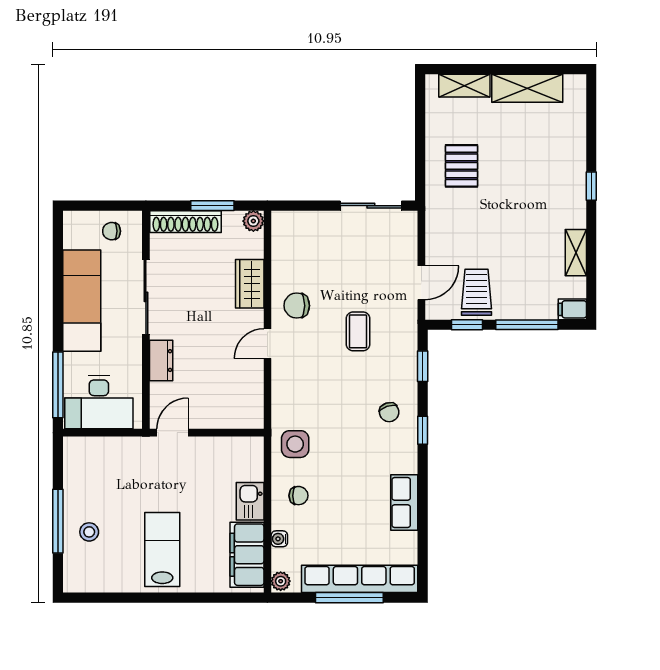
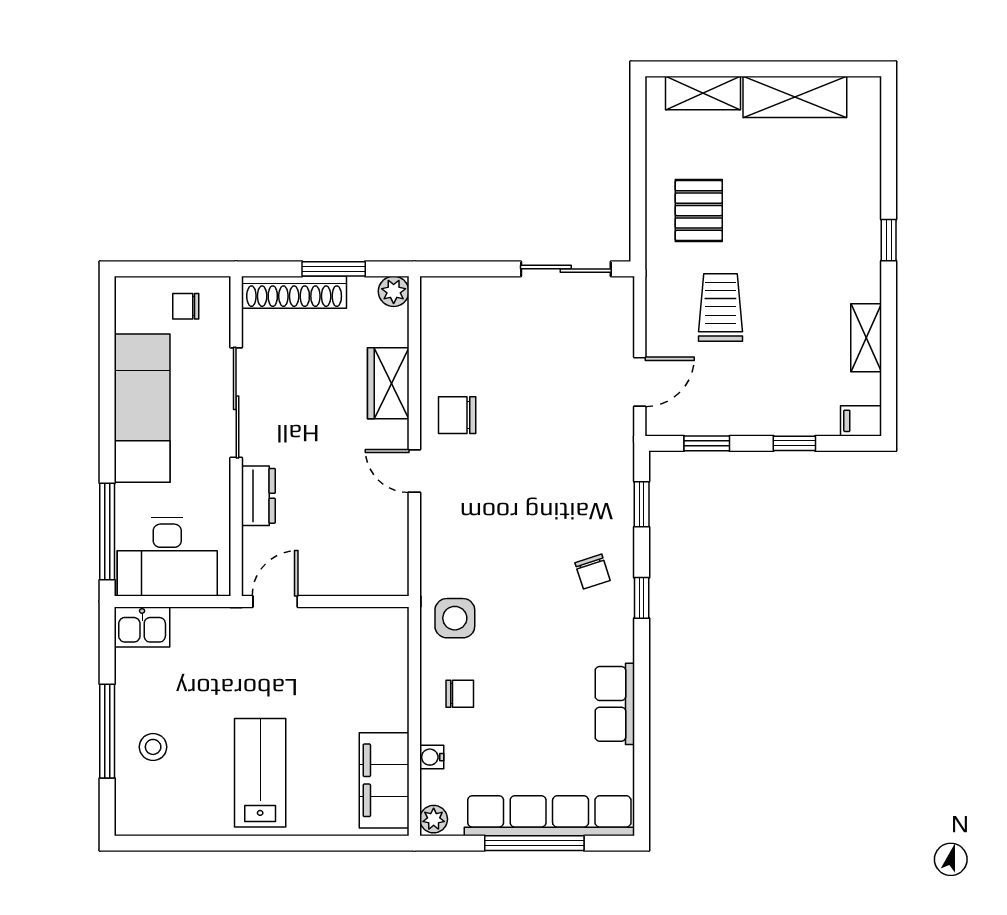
trolley: (477, 292) -> (720, 308), moved
window: (527, 325) -> (794, 443), width x0.46
coffee table: (358, 331) -> (547, 453), removed
door: (267, 344) -> (414, 471), hinge flipped
kitchen sink: (250, 501) -> (142, 627), moved, turned -90

